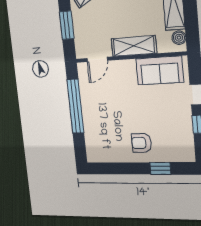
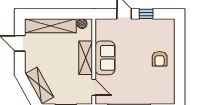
sofa: (160, 70) -> (105, 58), moved
window: (160, 168) -> (180, 46), removed

